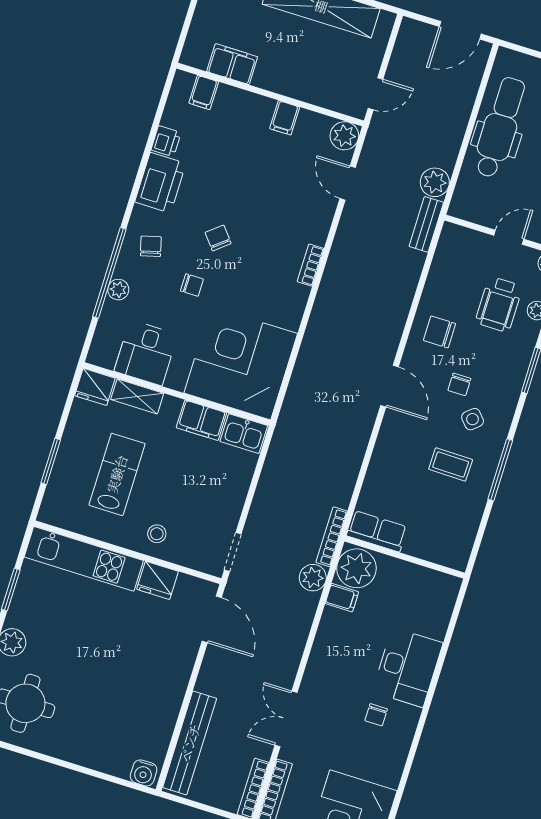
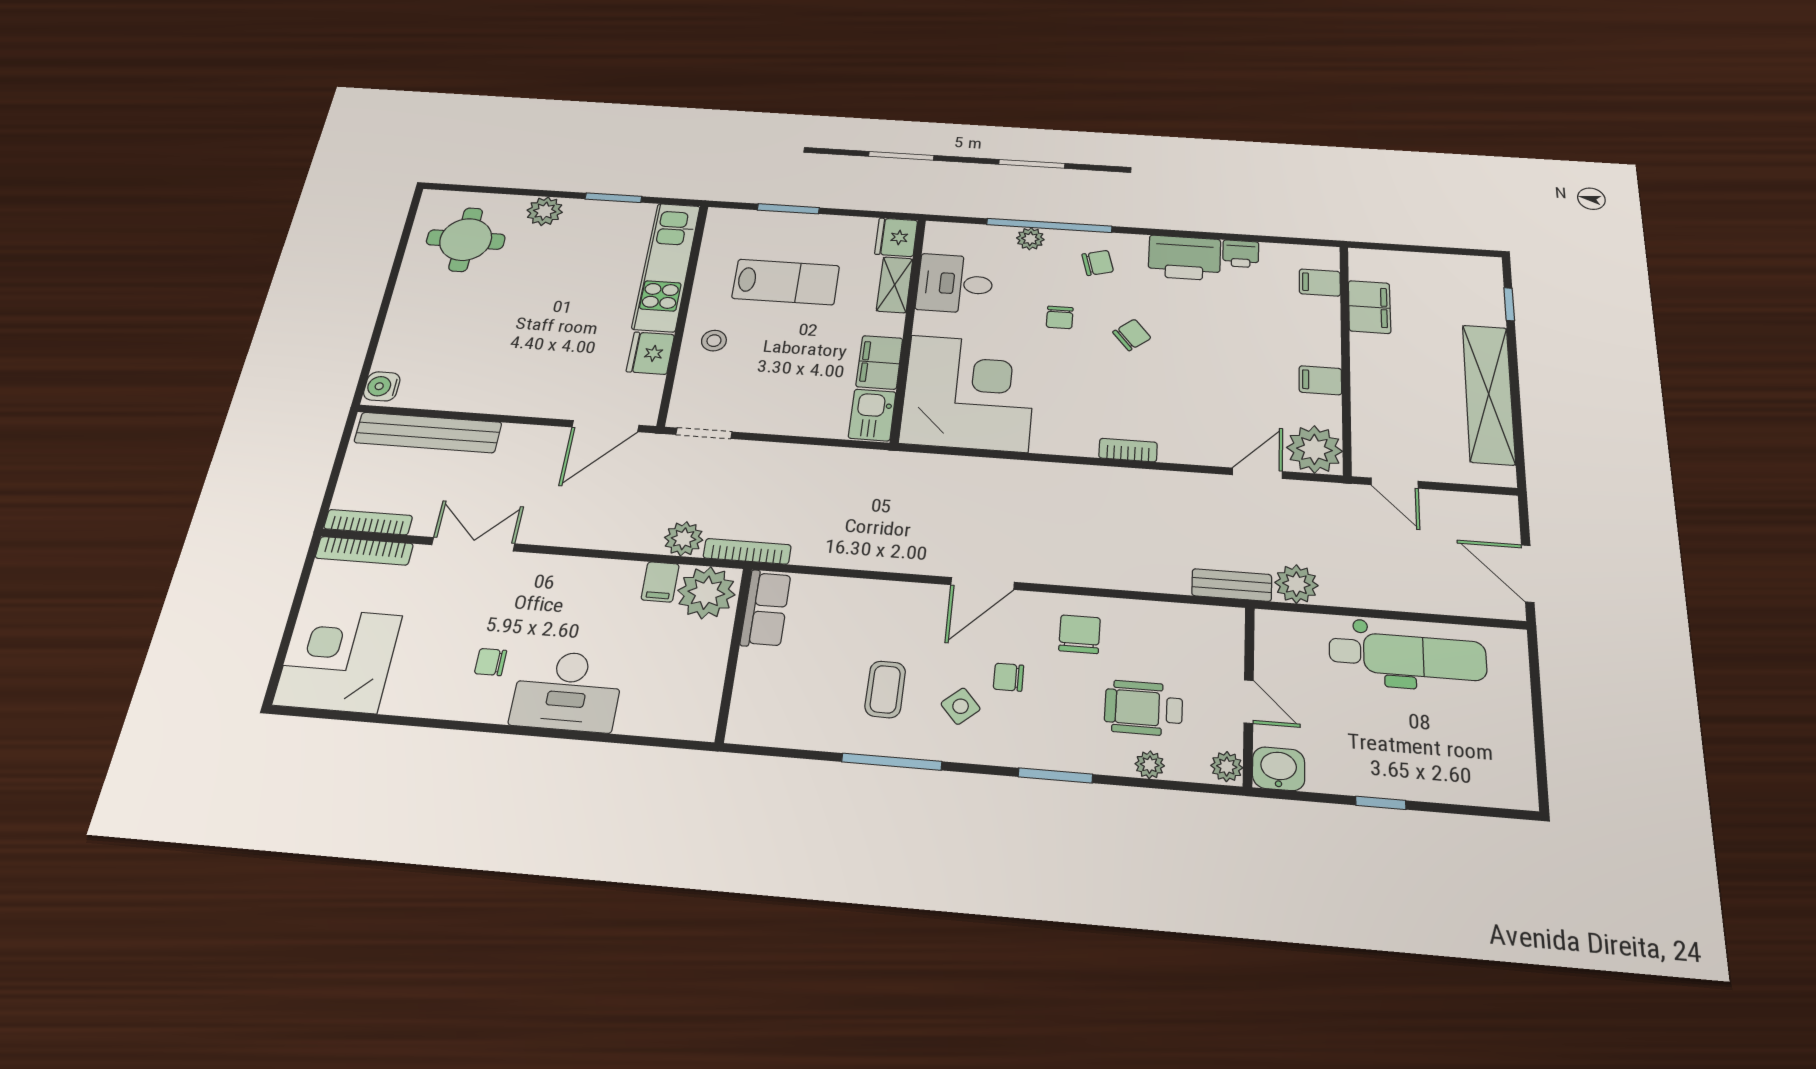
plant: (344, 136) -> (1314, 449), width x1.36, depth x1.36

